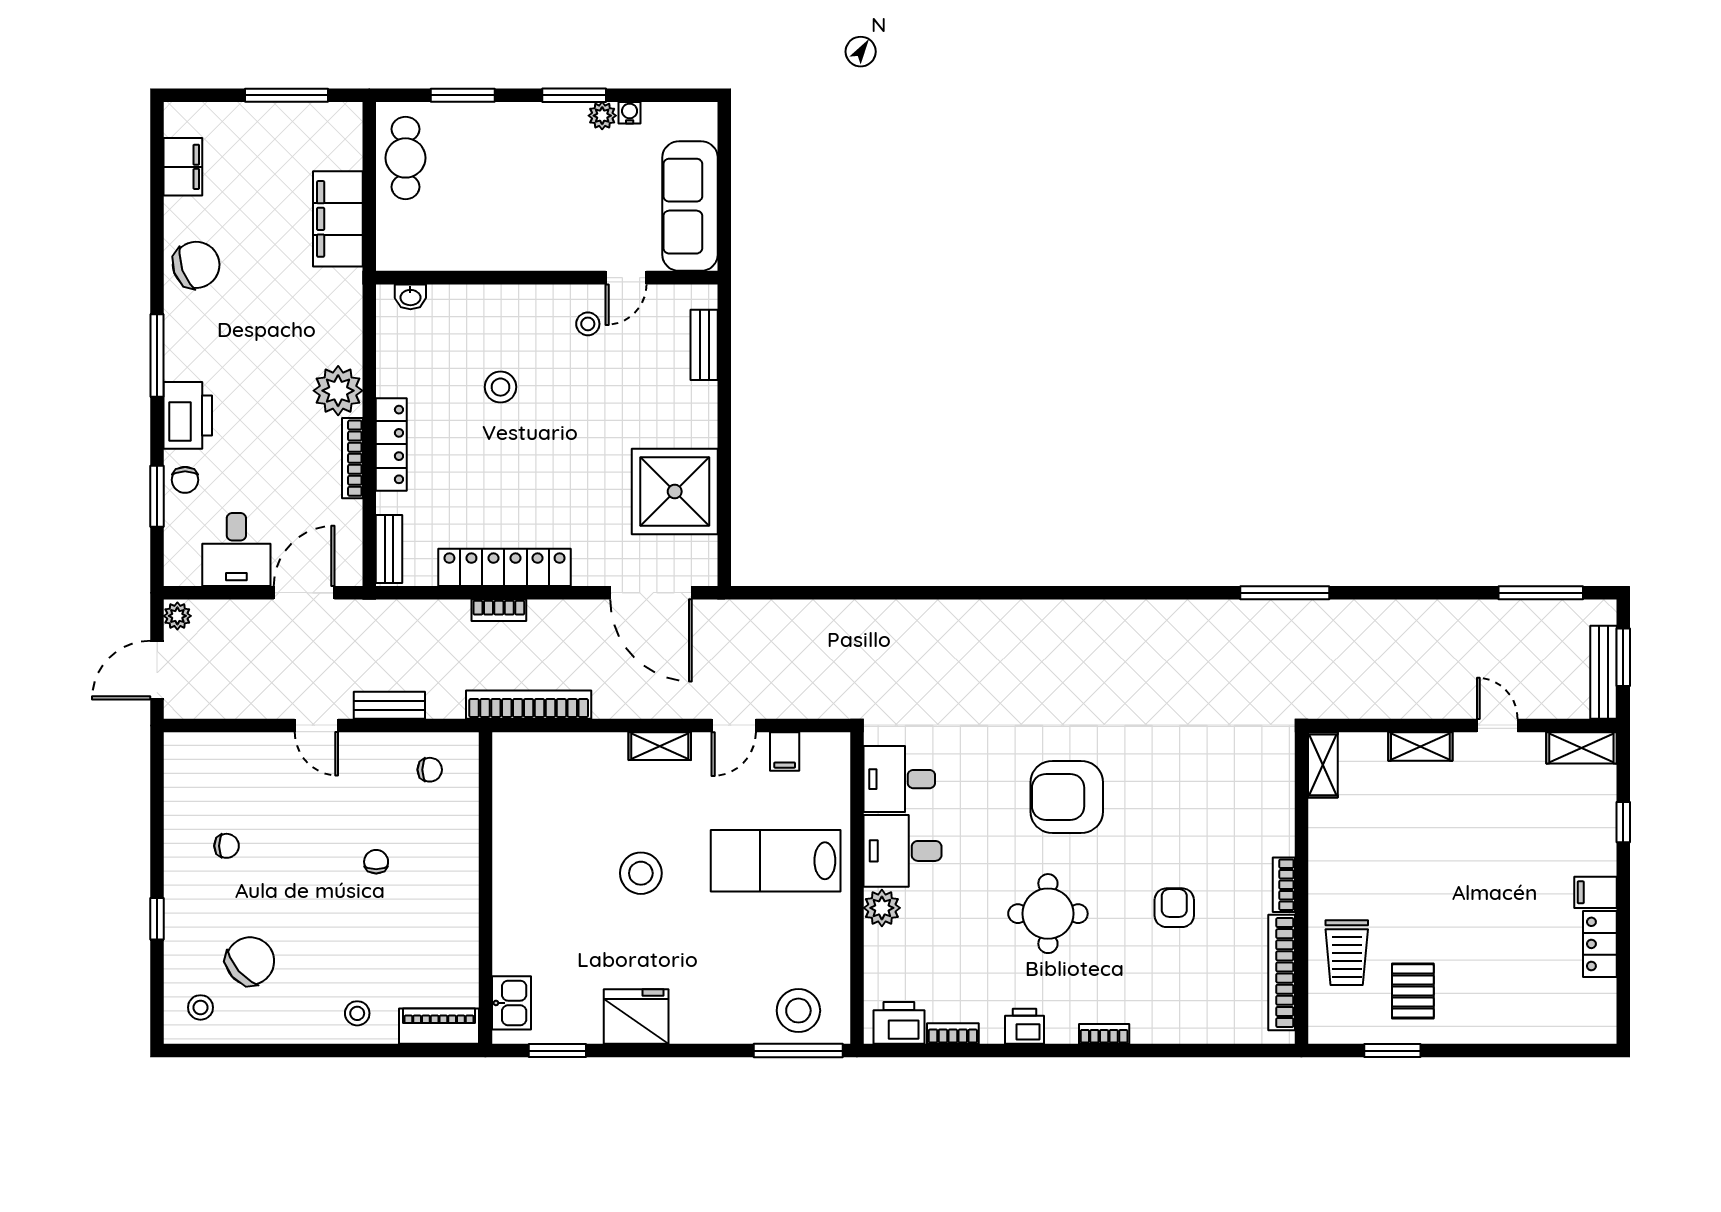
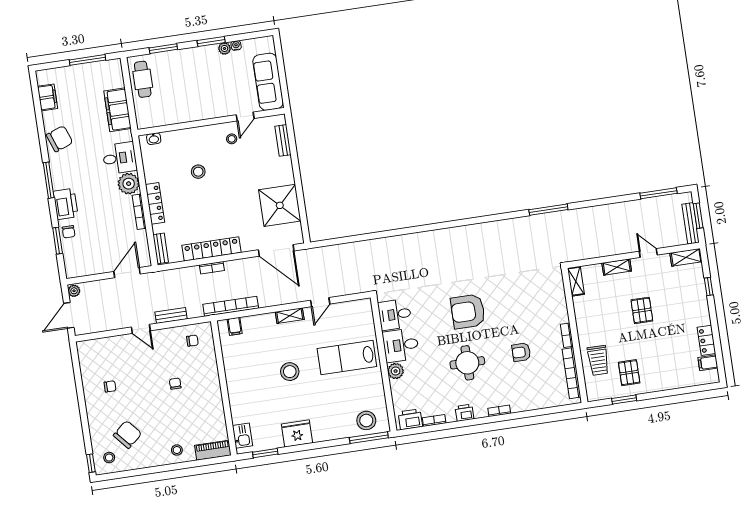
desk: (236, 549) -> (120, 158), moved, turned -90
filing cabinet: (785, 752) -> (235, 326), moved
pallet: (1463, 854) -> (642, 310), added
filing cabinet: (1595, 892) -> (708, 363), moved
armchair: (1174, 908) -> (521, 352), turned -90
window: (157, 919) -> (91, 463), moved

